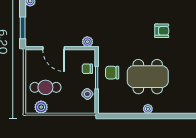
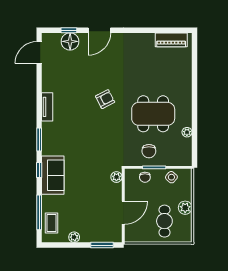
armchair: (162, 31) -> (105, 99), turned 63
dining table: (148, 77) -> (153, 114), turned 90
plant: (41, 107) -> (185, 208), moved
plant: (148, 109) -> (187, 132), moved

